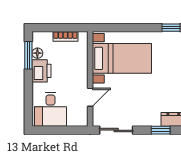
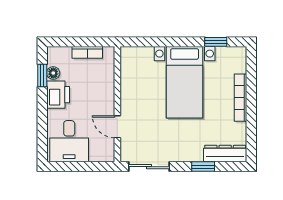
window: (28, 55) -> (42, 76), width x0.67
bed with nightstands: (122, 58) -> (185, 82), moved, turned 90
door: (90, 97) -> (117, 127), swing flipped

